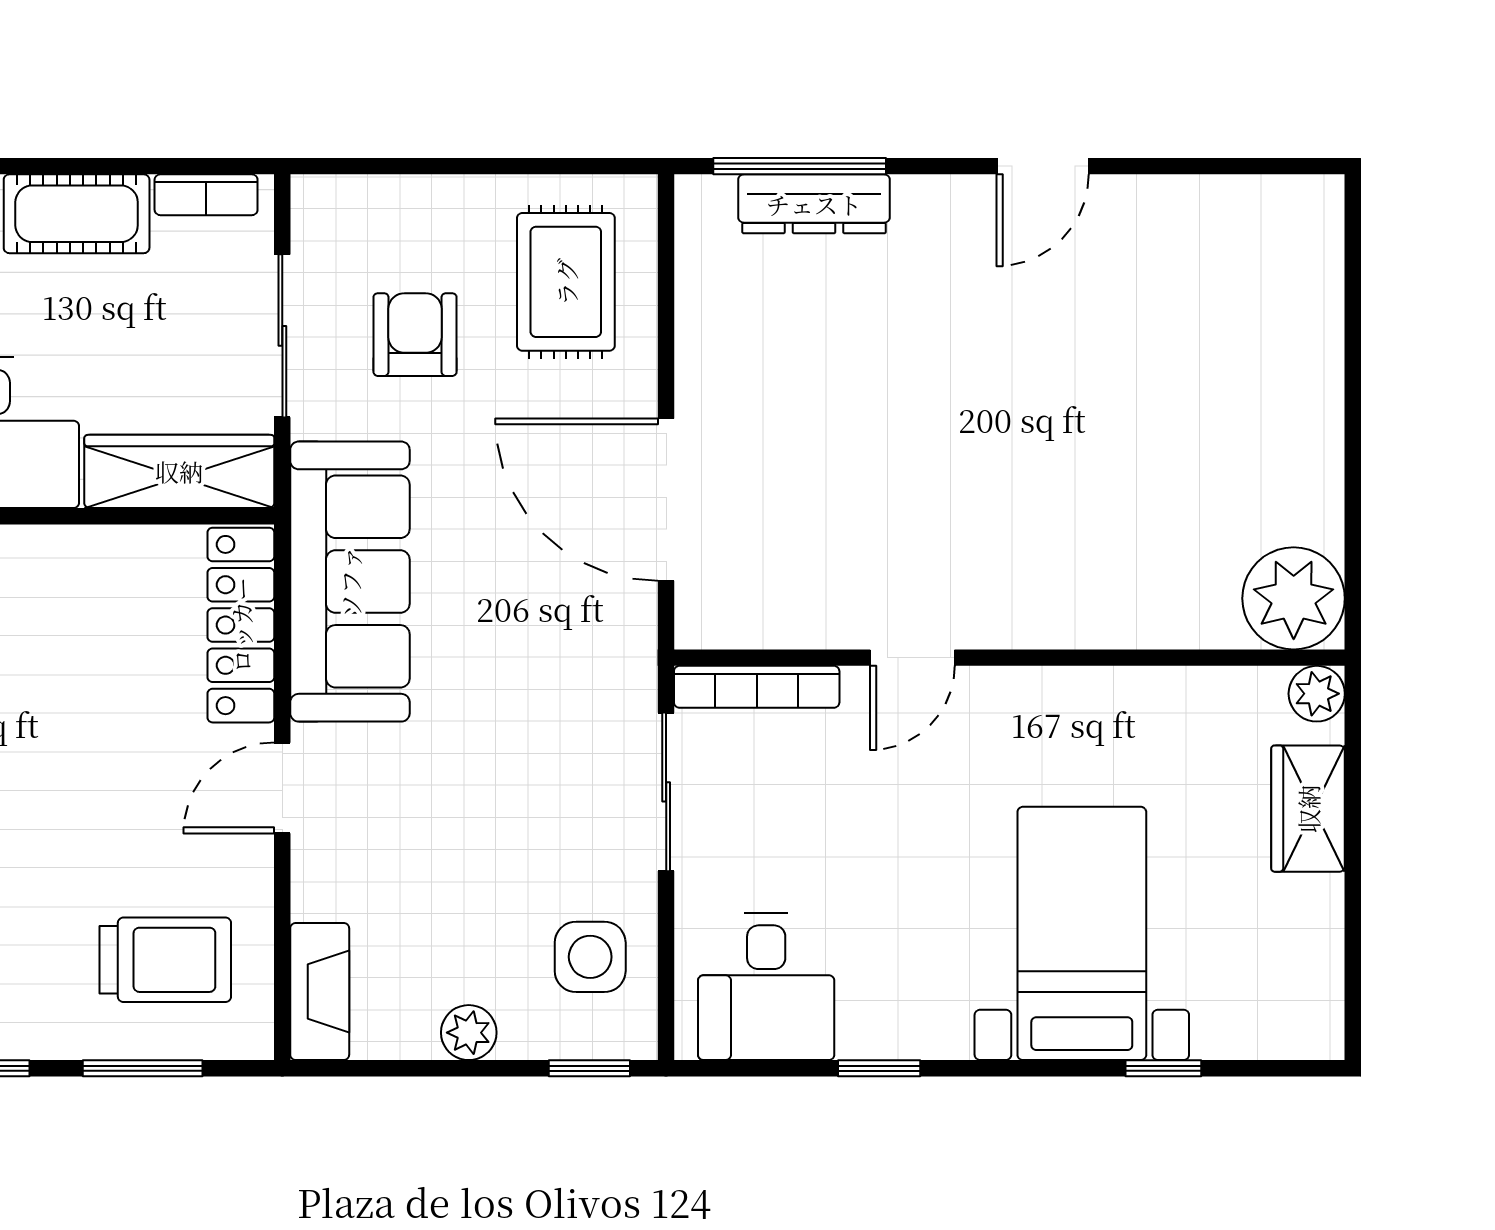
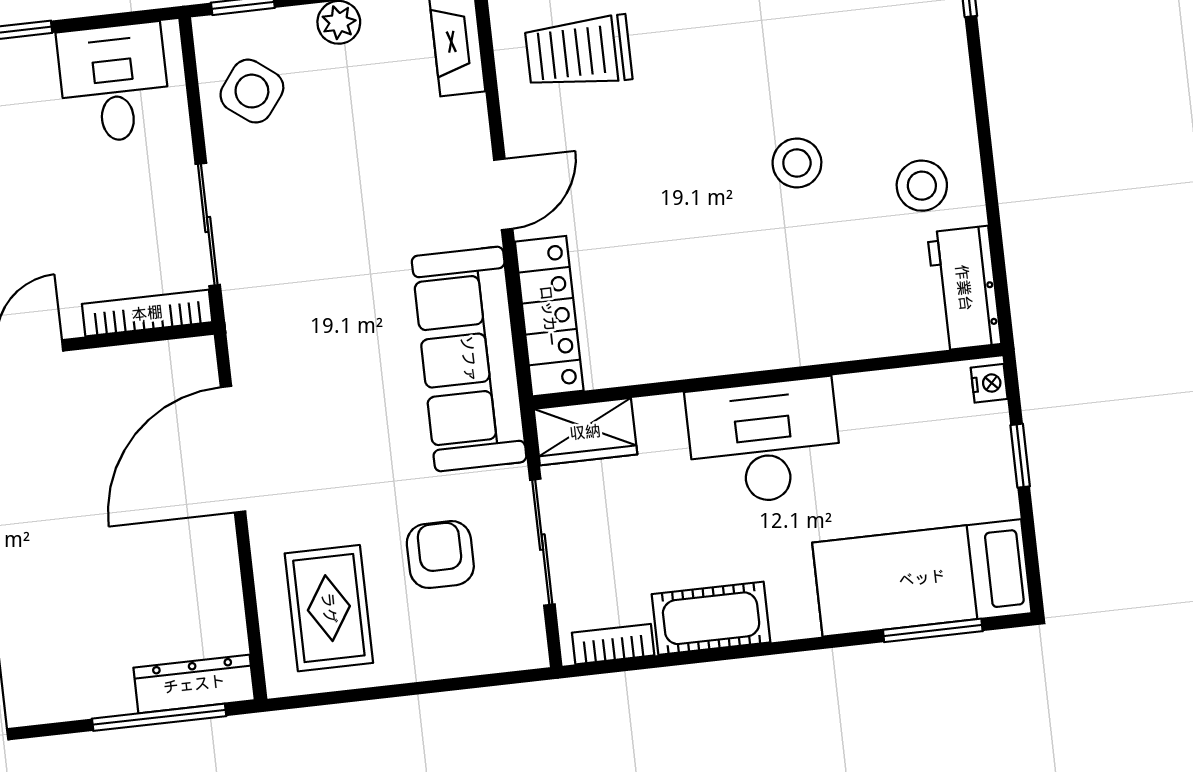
dresser: (814, 204) -> (194, 684), moved
armchair: (415, 335) -> (440, 555), turned 180
wardrobe: (179, 471) -> (585, 432), width x0.67
door: (666, 500) -> (233, 449), swing flipped
side table: (590, 957) -> (252, 91), turned 37

